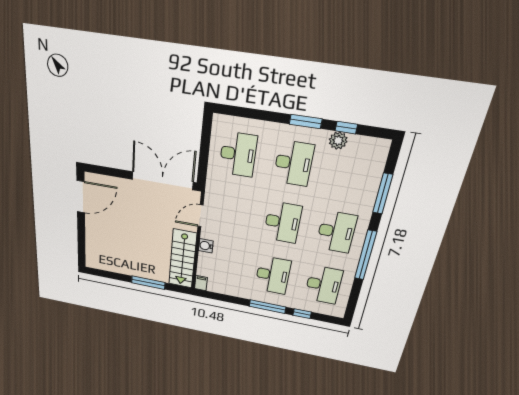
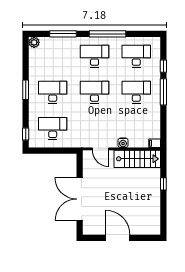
window: (346, 128) -> (26, 134), moved
plant: (338, 141) -> (34, 42), moved
double door: (162, 181) -> (80, 199), moved
door: (81, 197) -> (118, 238), moved
window: (148, 283) -> (163, 184), width x0.46

